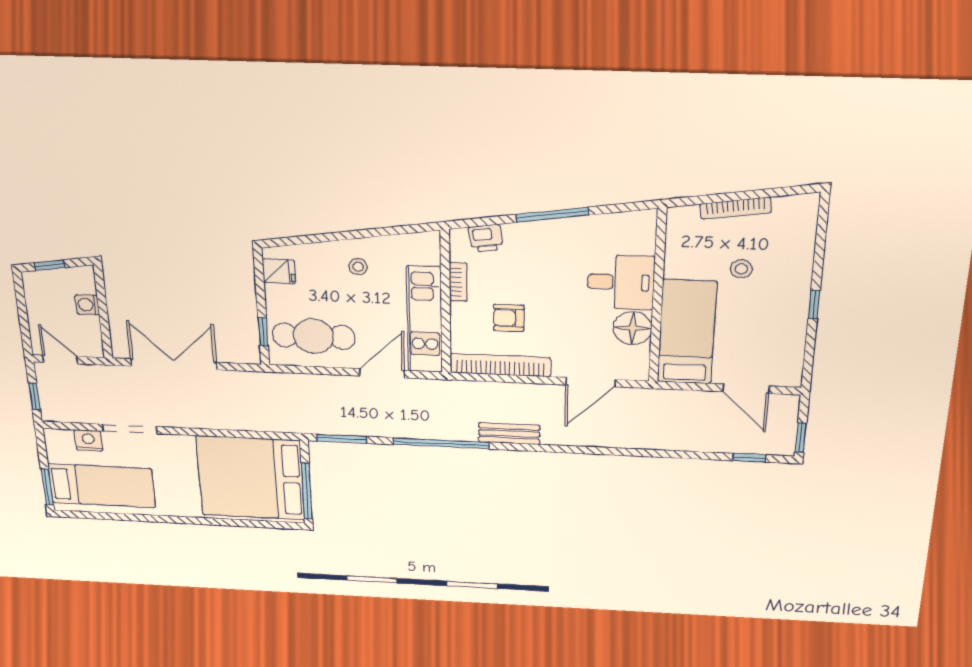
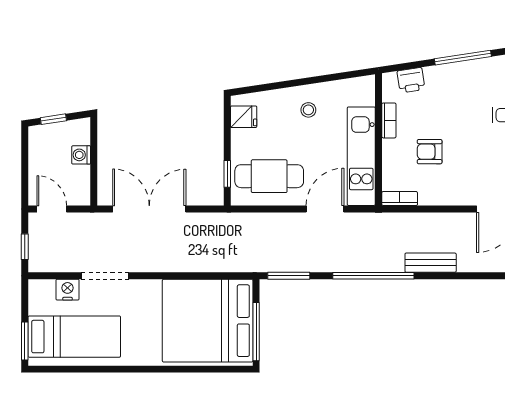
bookcase: (500, 365) -> (400, 199), width x0.43, depth x0.76

